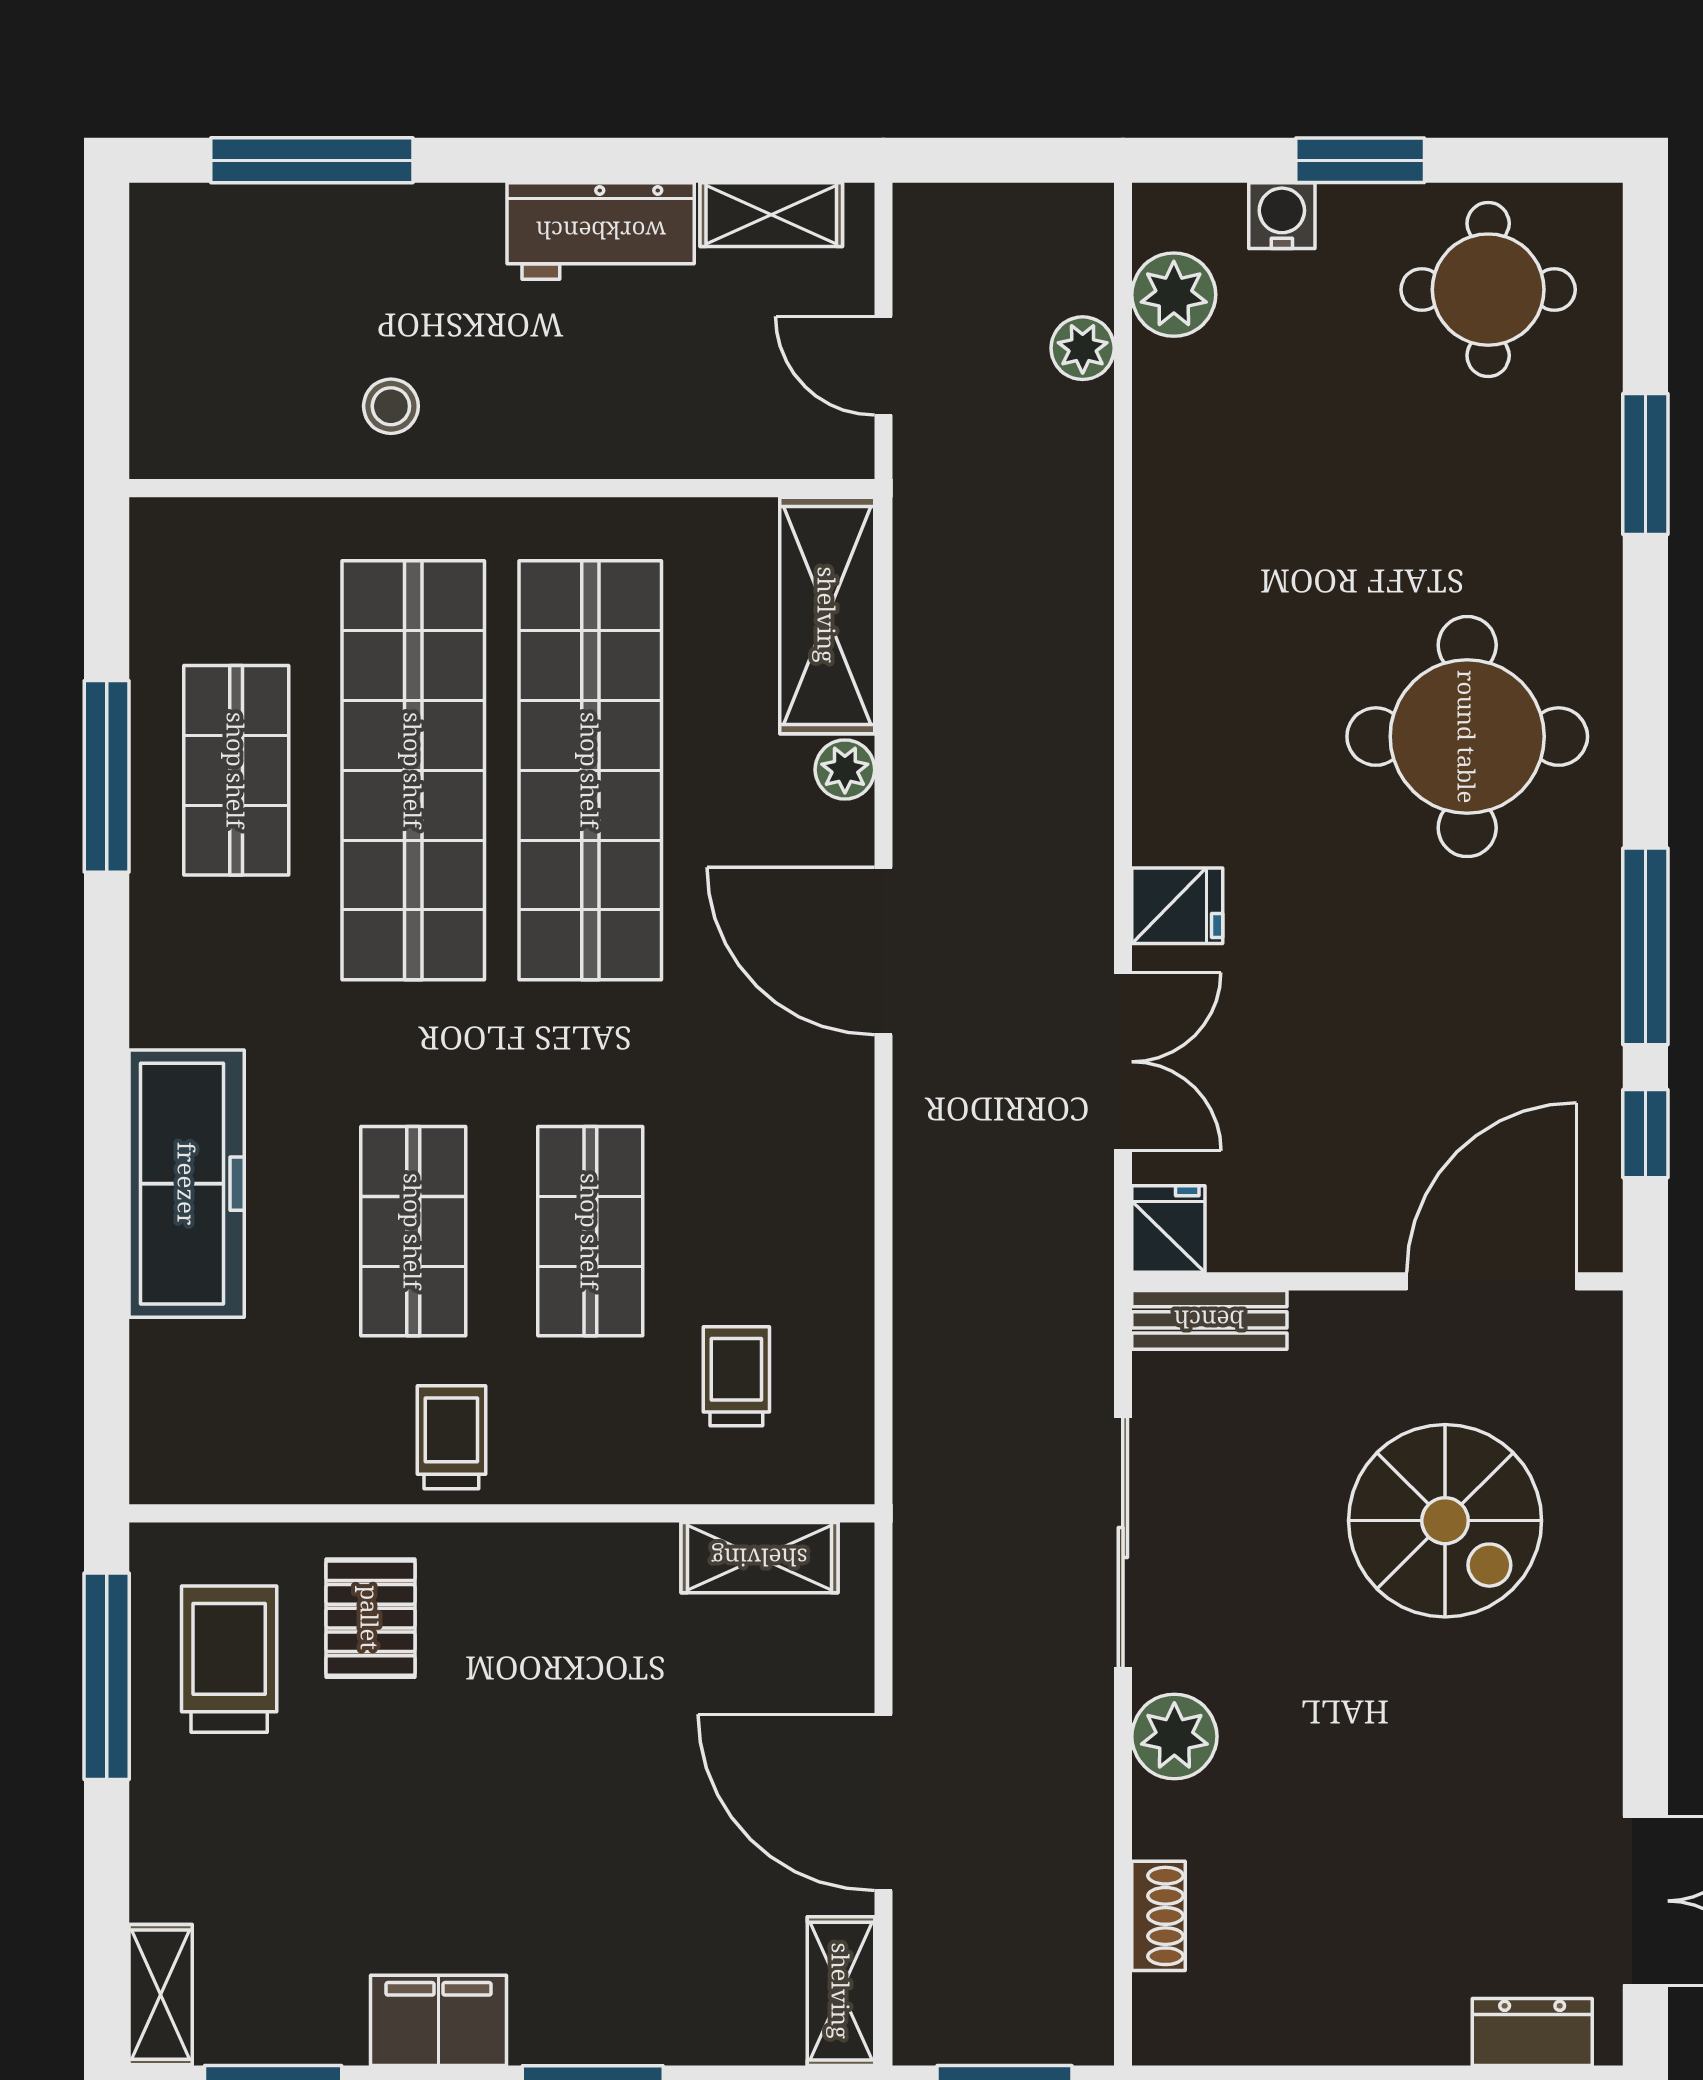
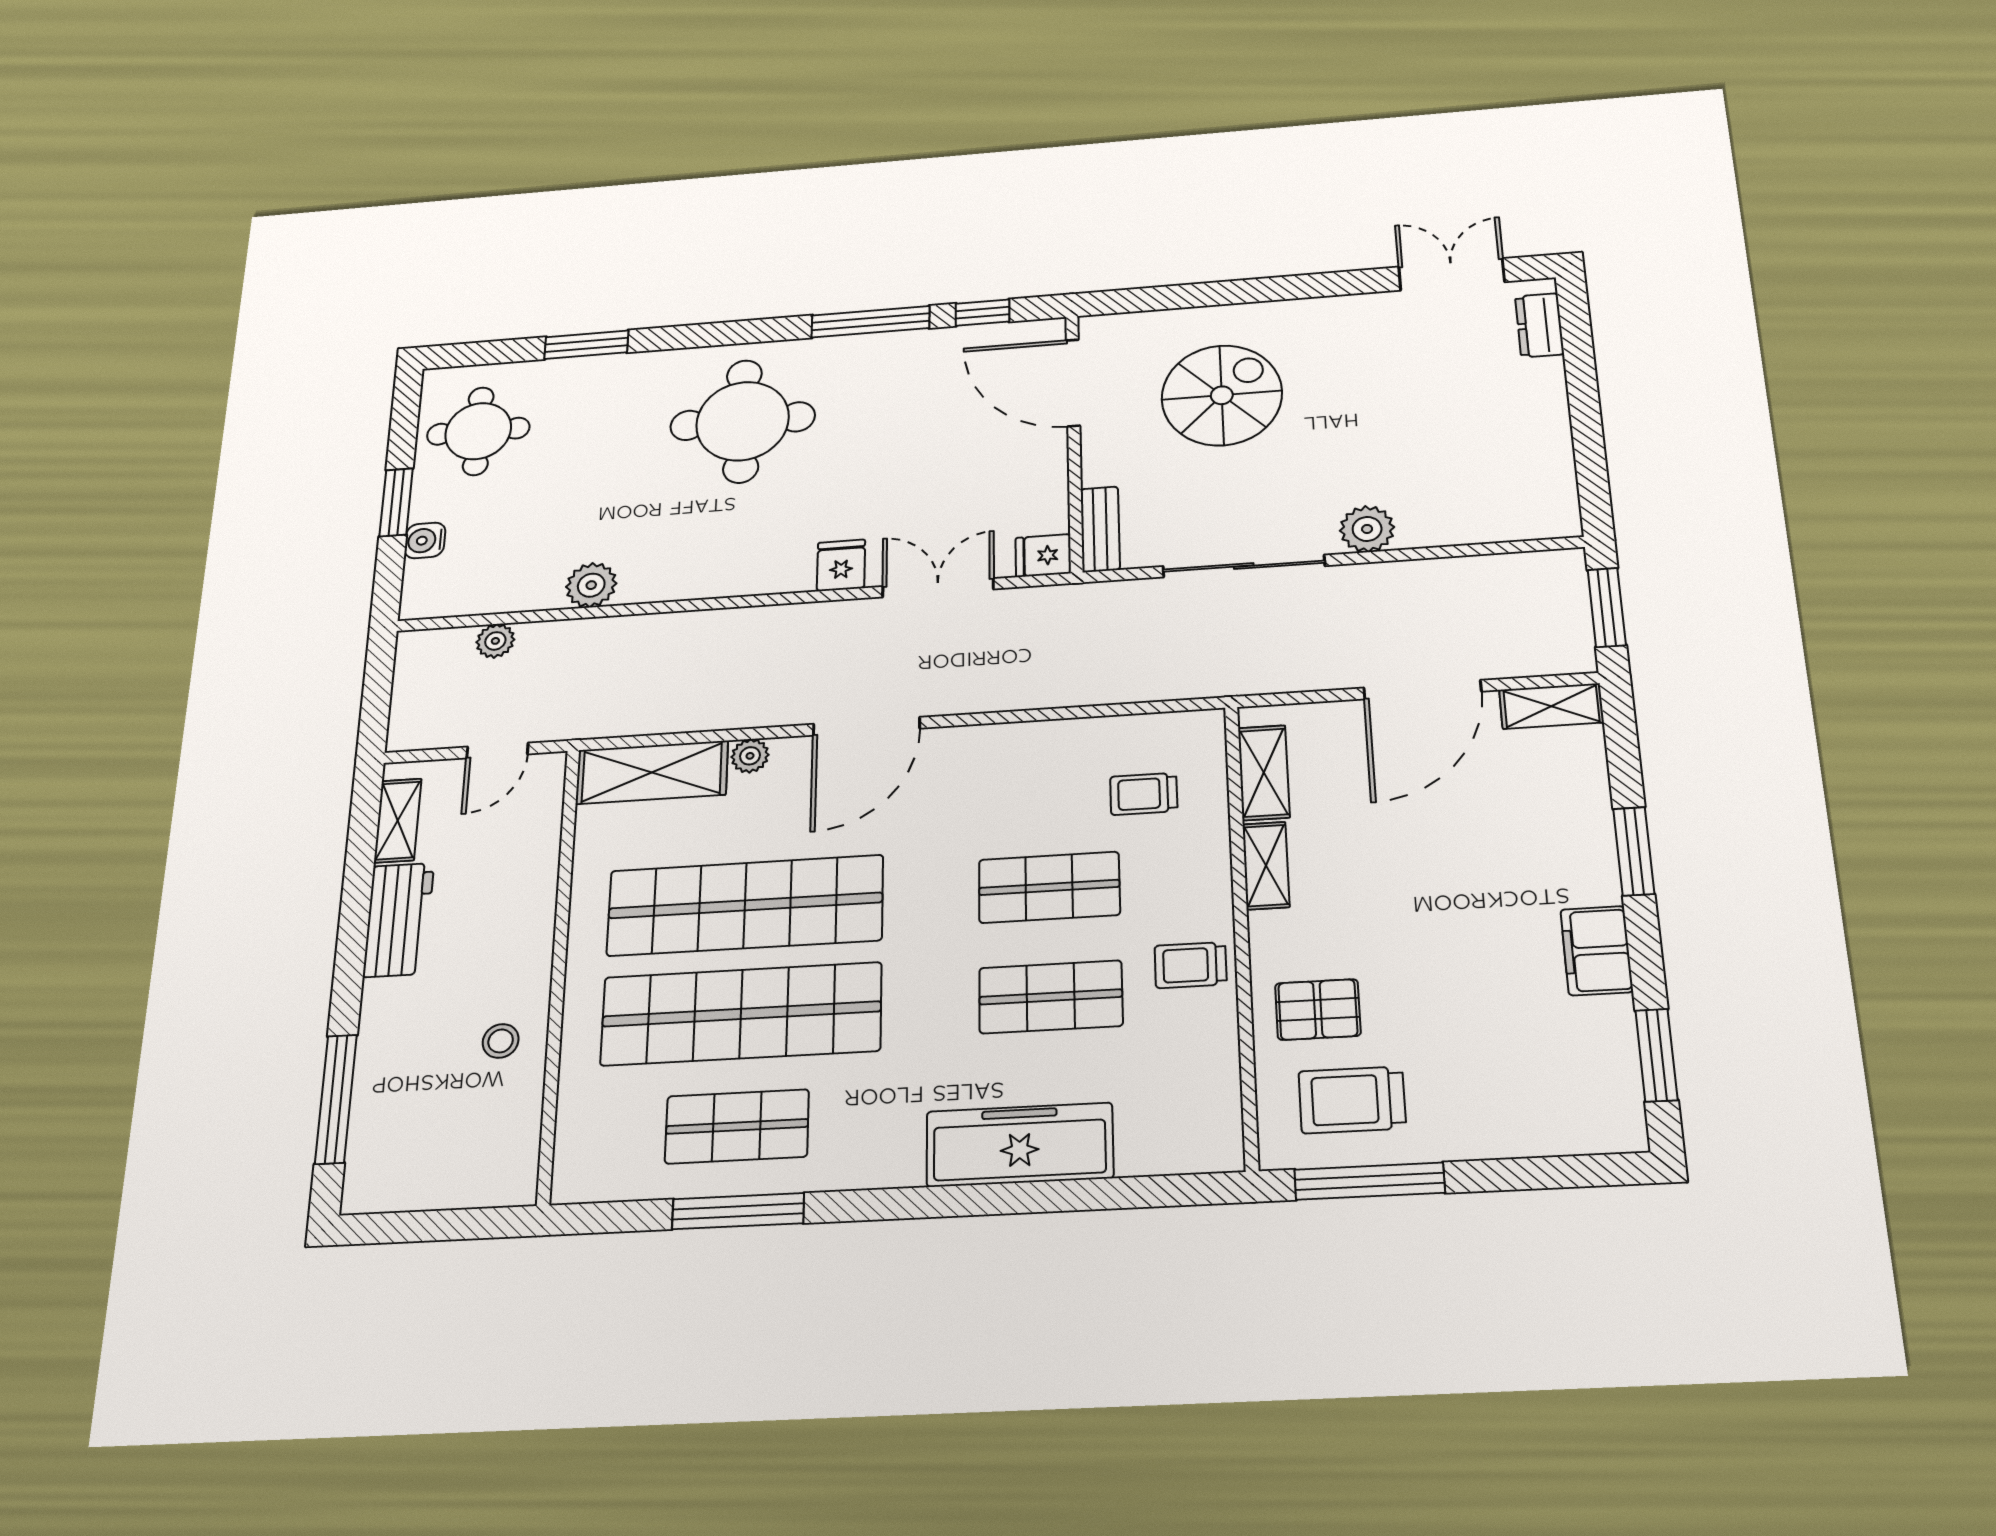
plant: (1174, 295) -> (591, 585), moved
shoe rack: (1159, 1916) -> (1484, 529), removed
shelving: (161, 1995) -> (1266, 866), moved, turned 90

